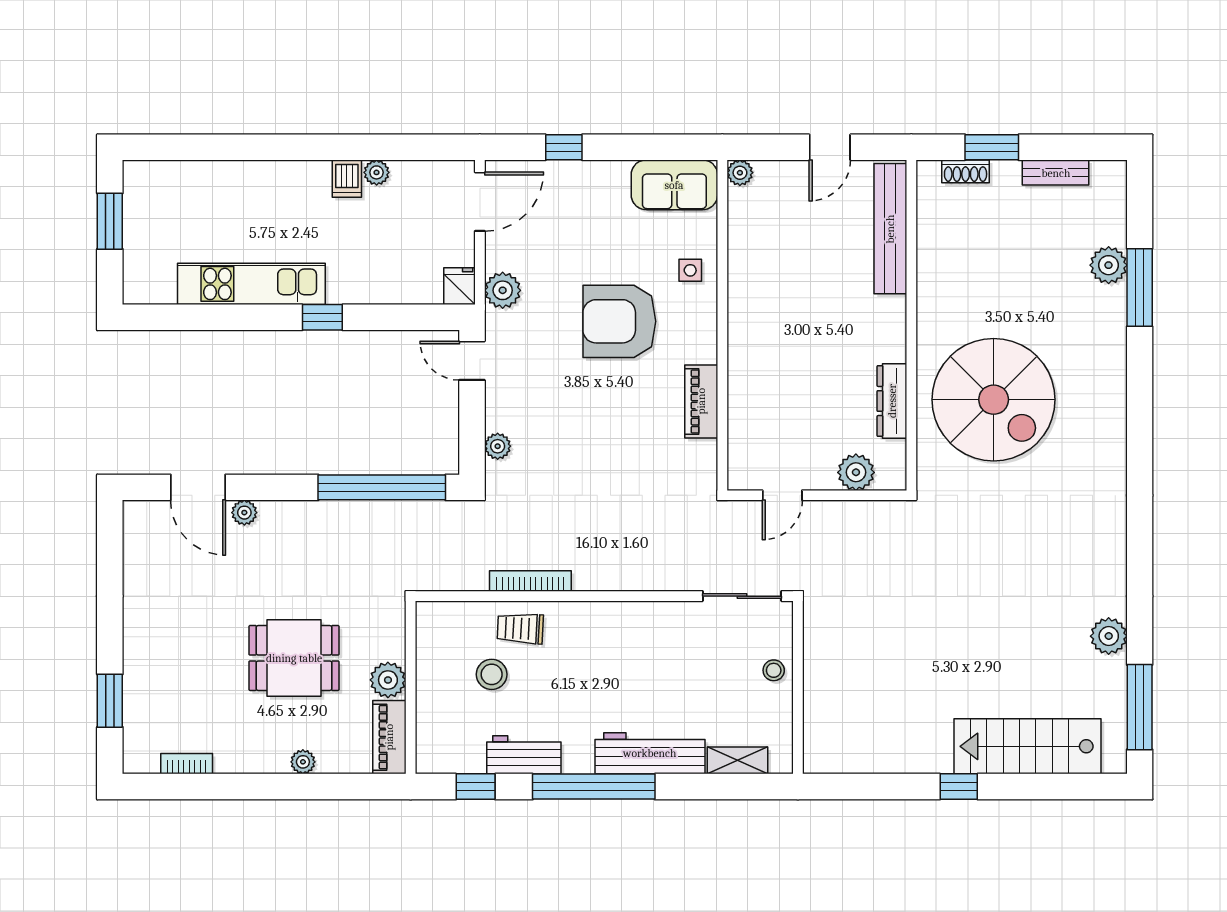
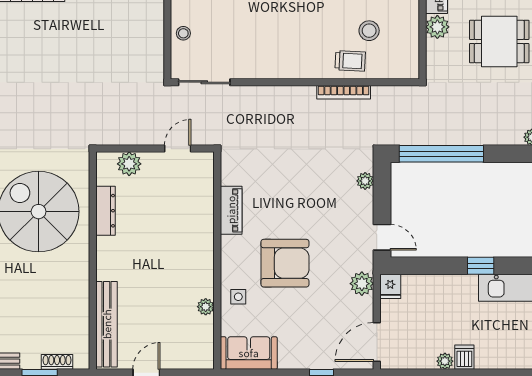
plant: (740, 173) -> (206, 307), moved

